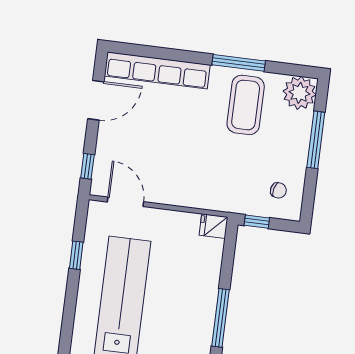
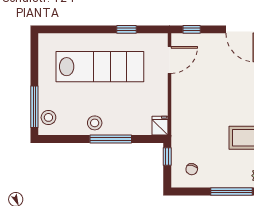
stool: (198, 315) -> (95, 123), added
window: (220, 318) -> (111, 139), moved

